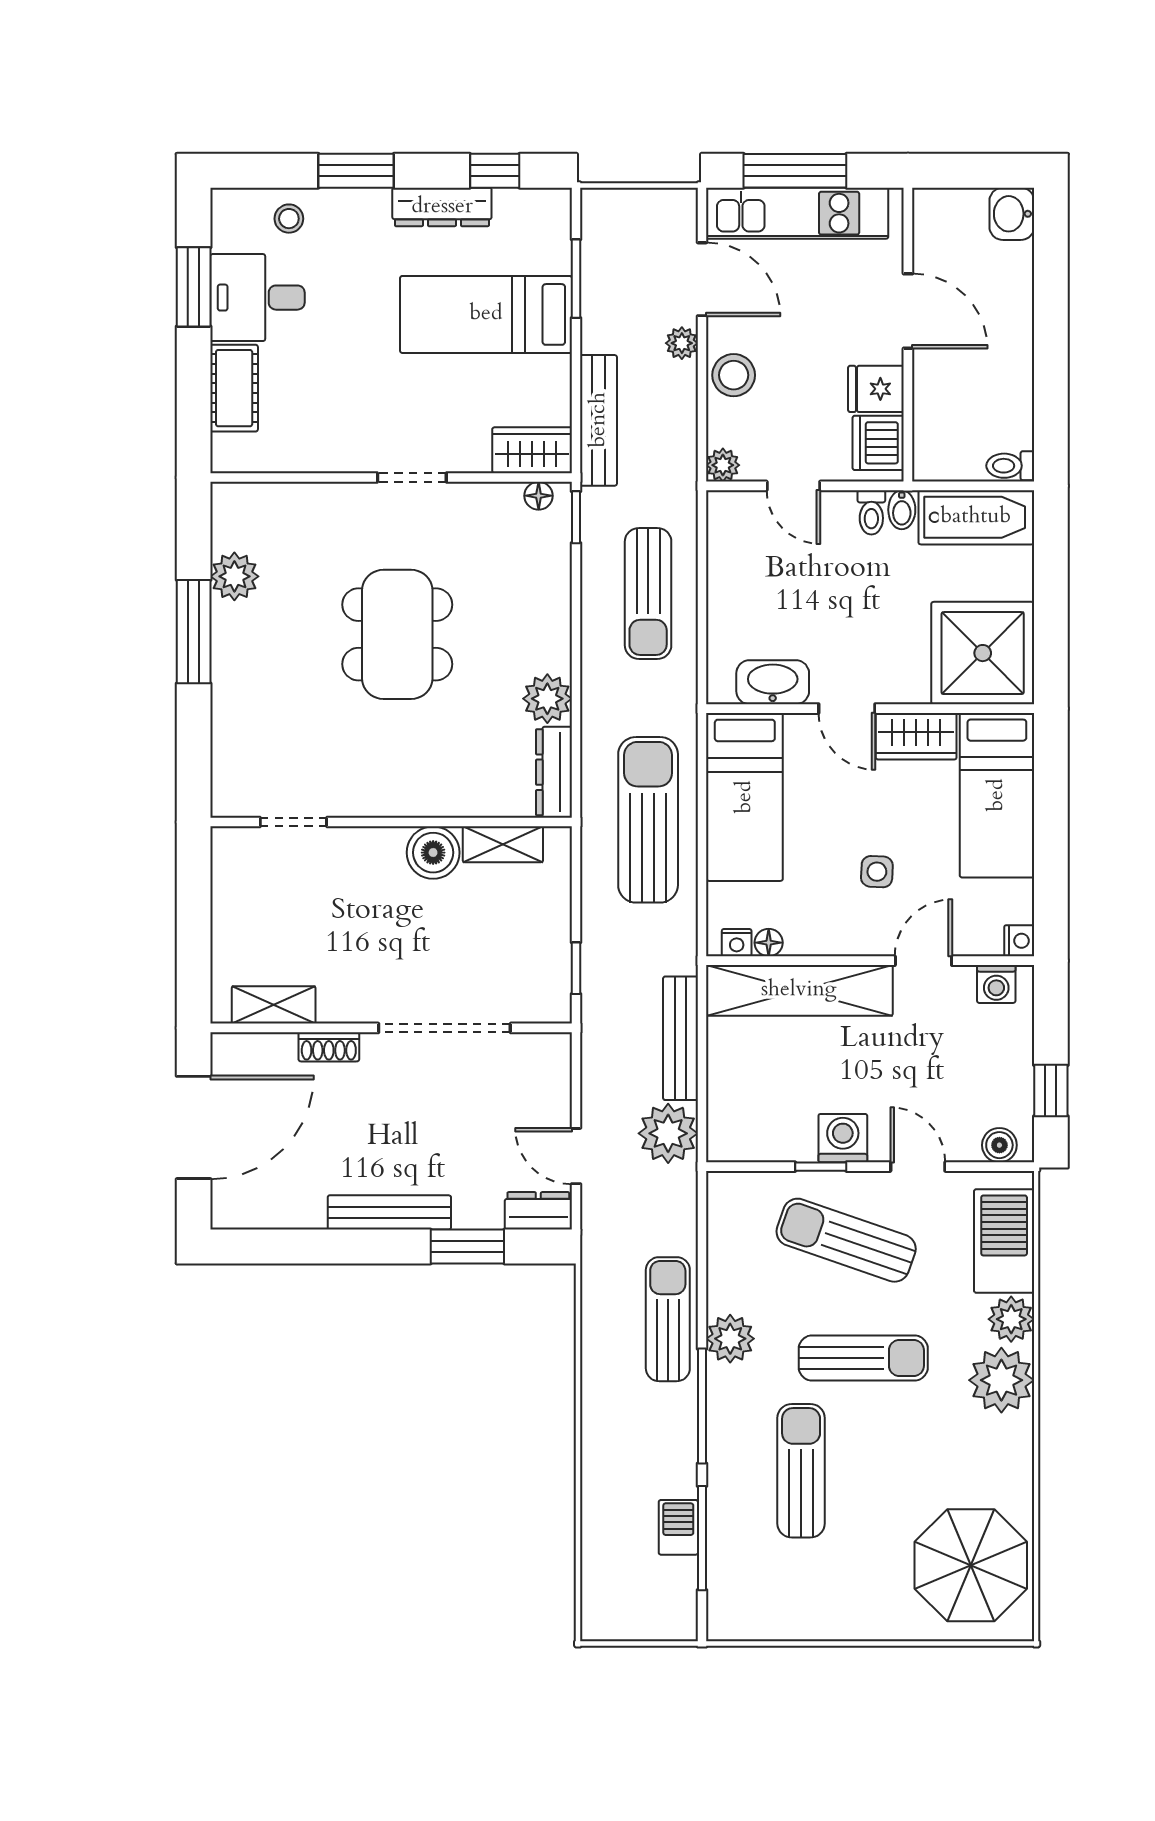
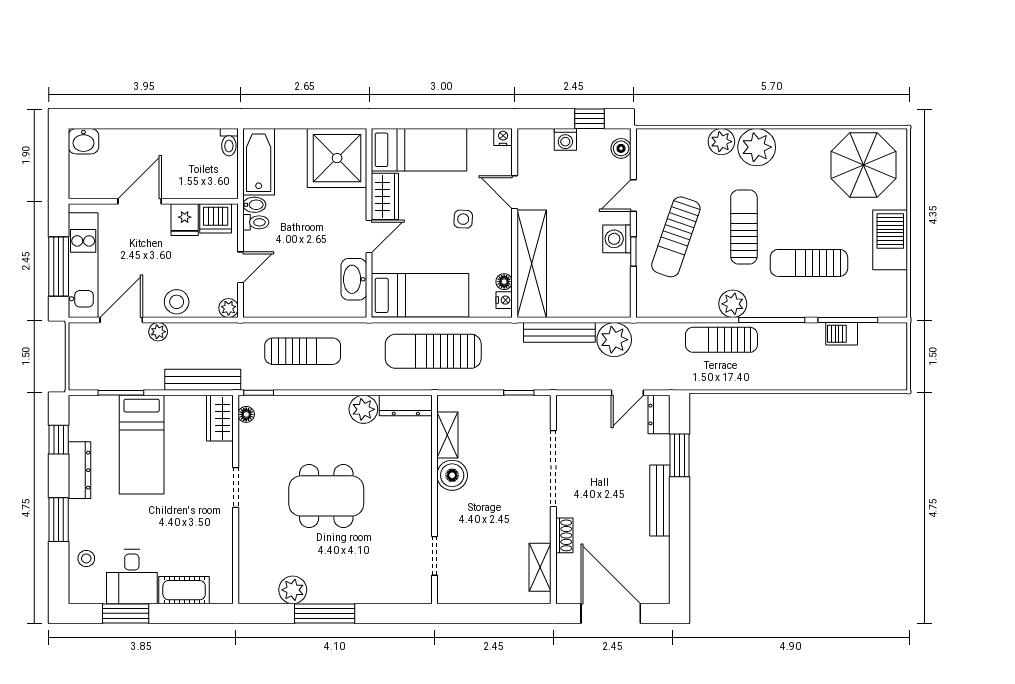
washing machine: (996, 984) -> (565, 139), moved, turned 90
barbecue: (1004, 1241) -> (890, 240), moved, turned 90

